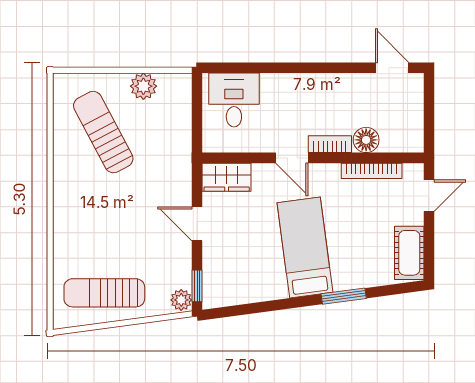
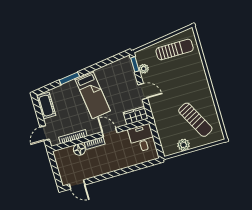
desk: (234, 100) -> (142, 138), moved, turned 180
plant: (181, 300) -> (144, 69), moved

